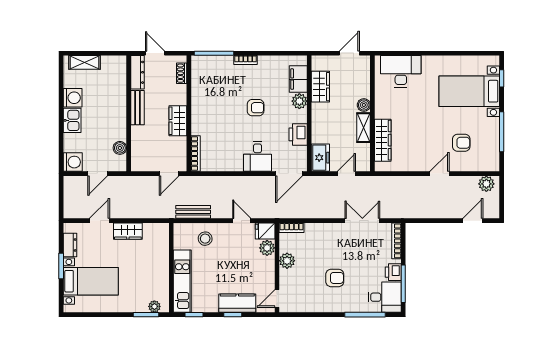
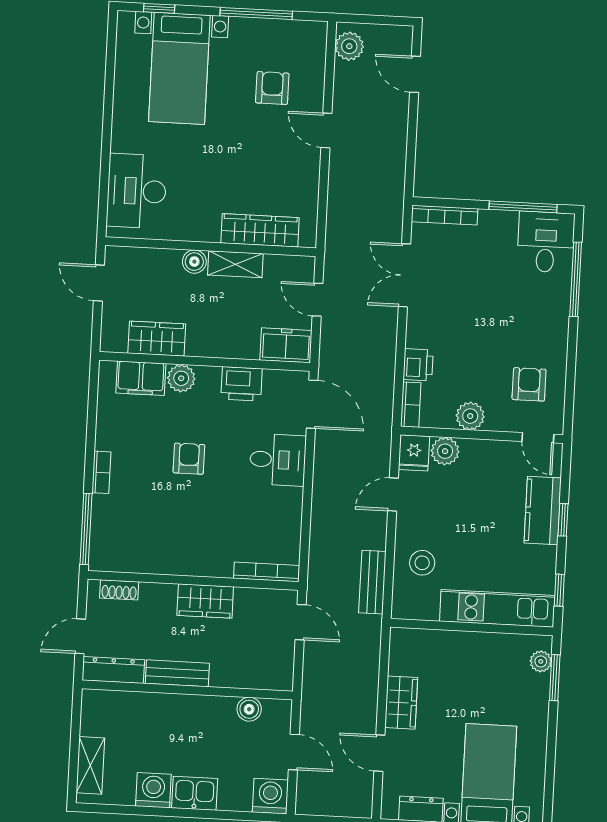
printer: (393, 272) -> (418, 365), moved, turned -90
armchair: (335, 278) -> (529, 384), moved

